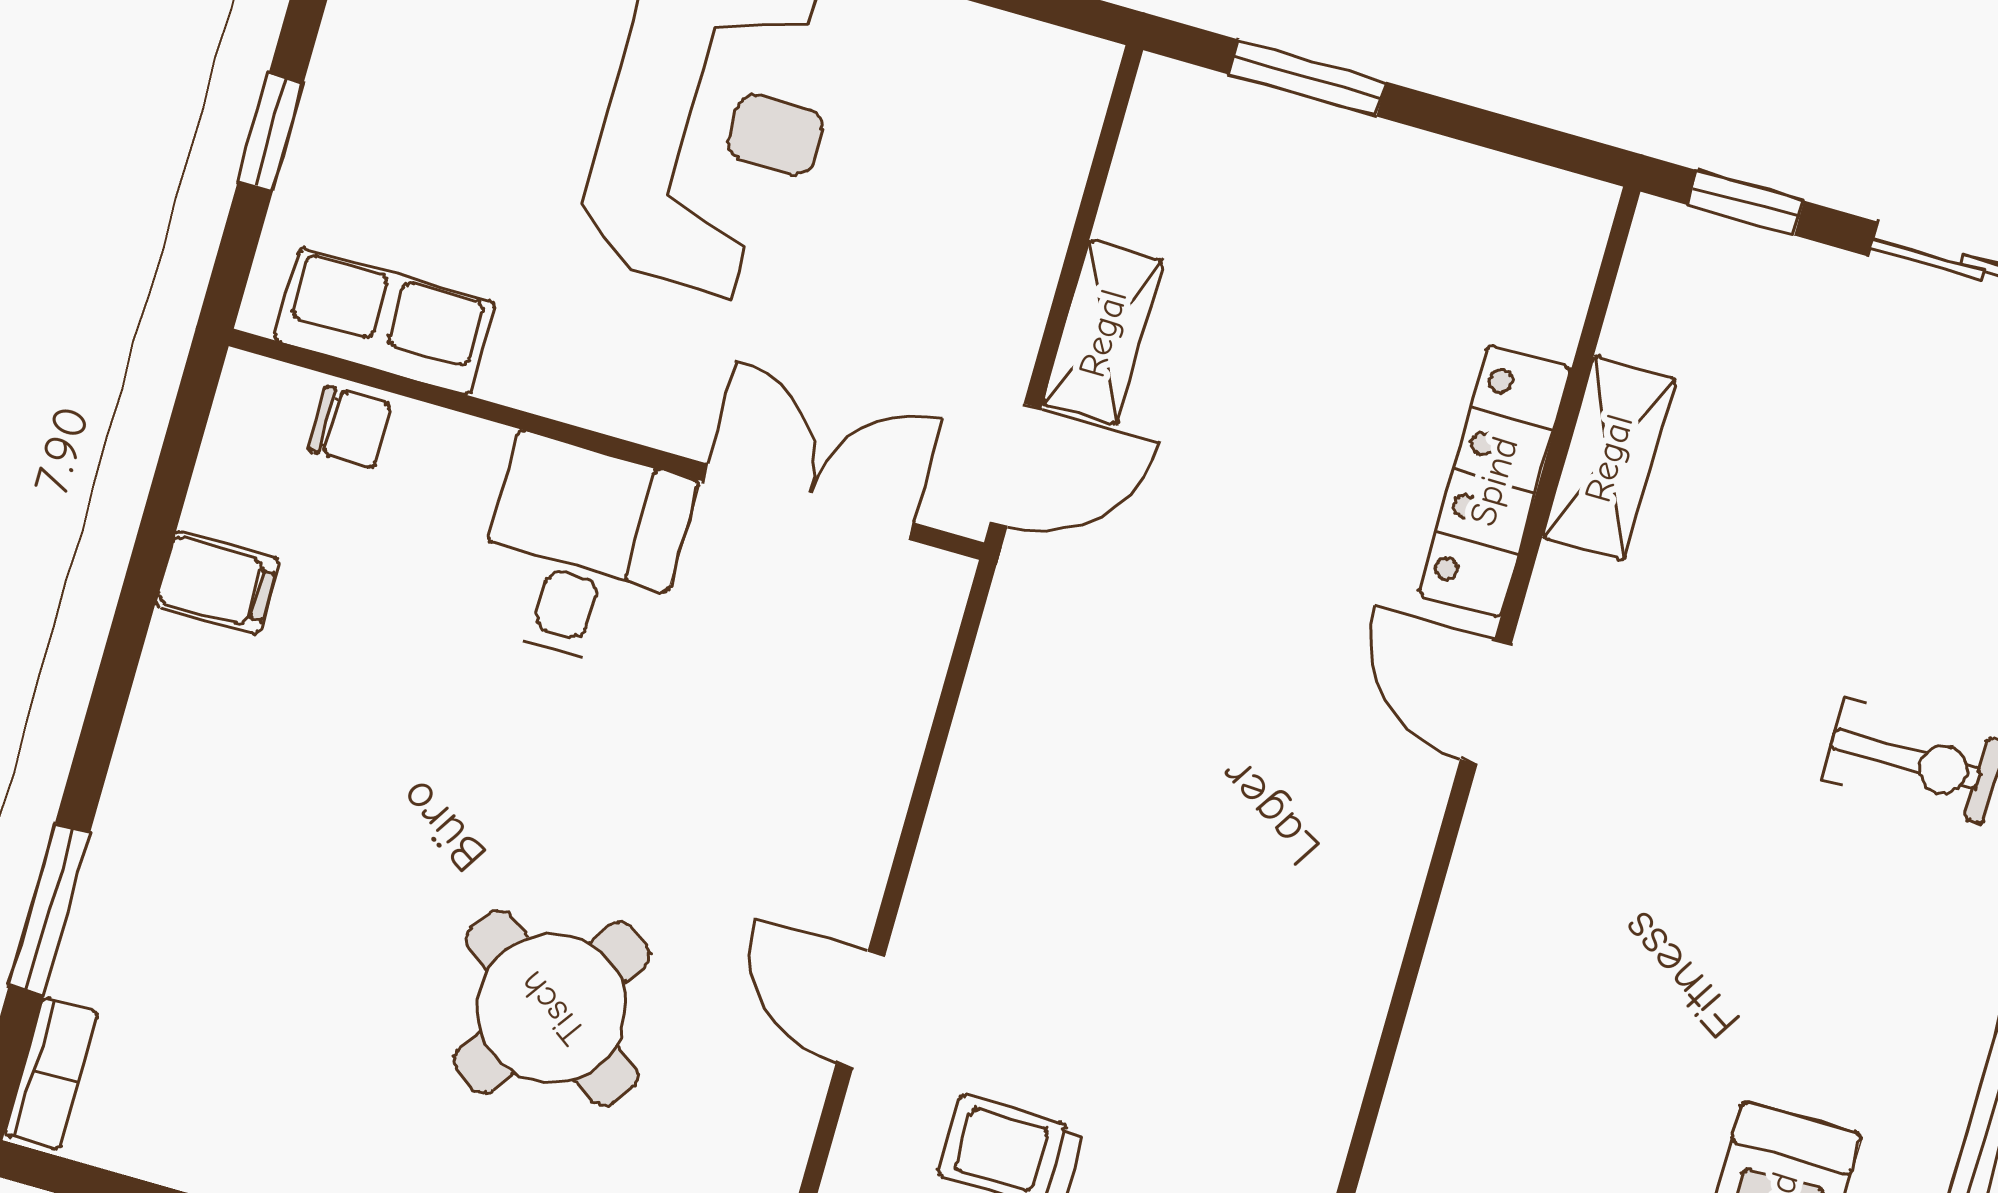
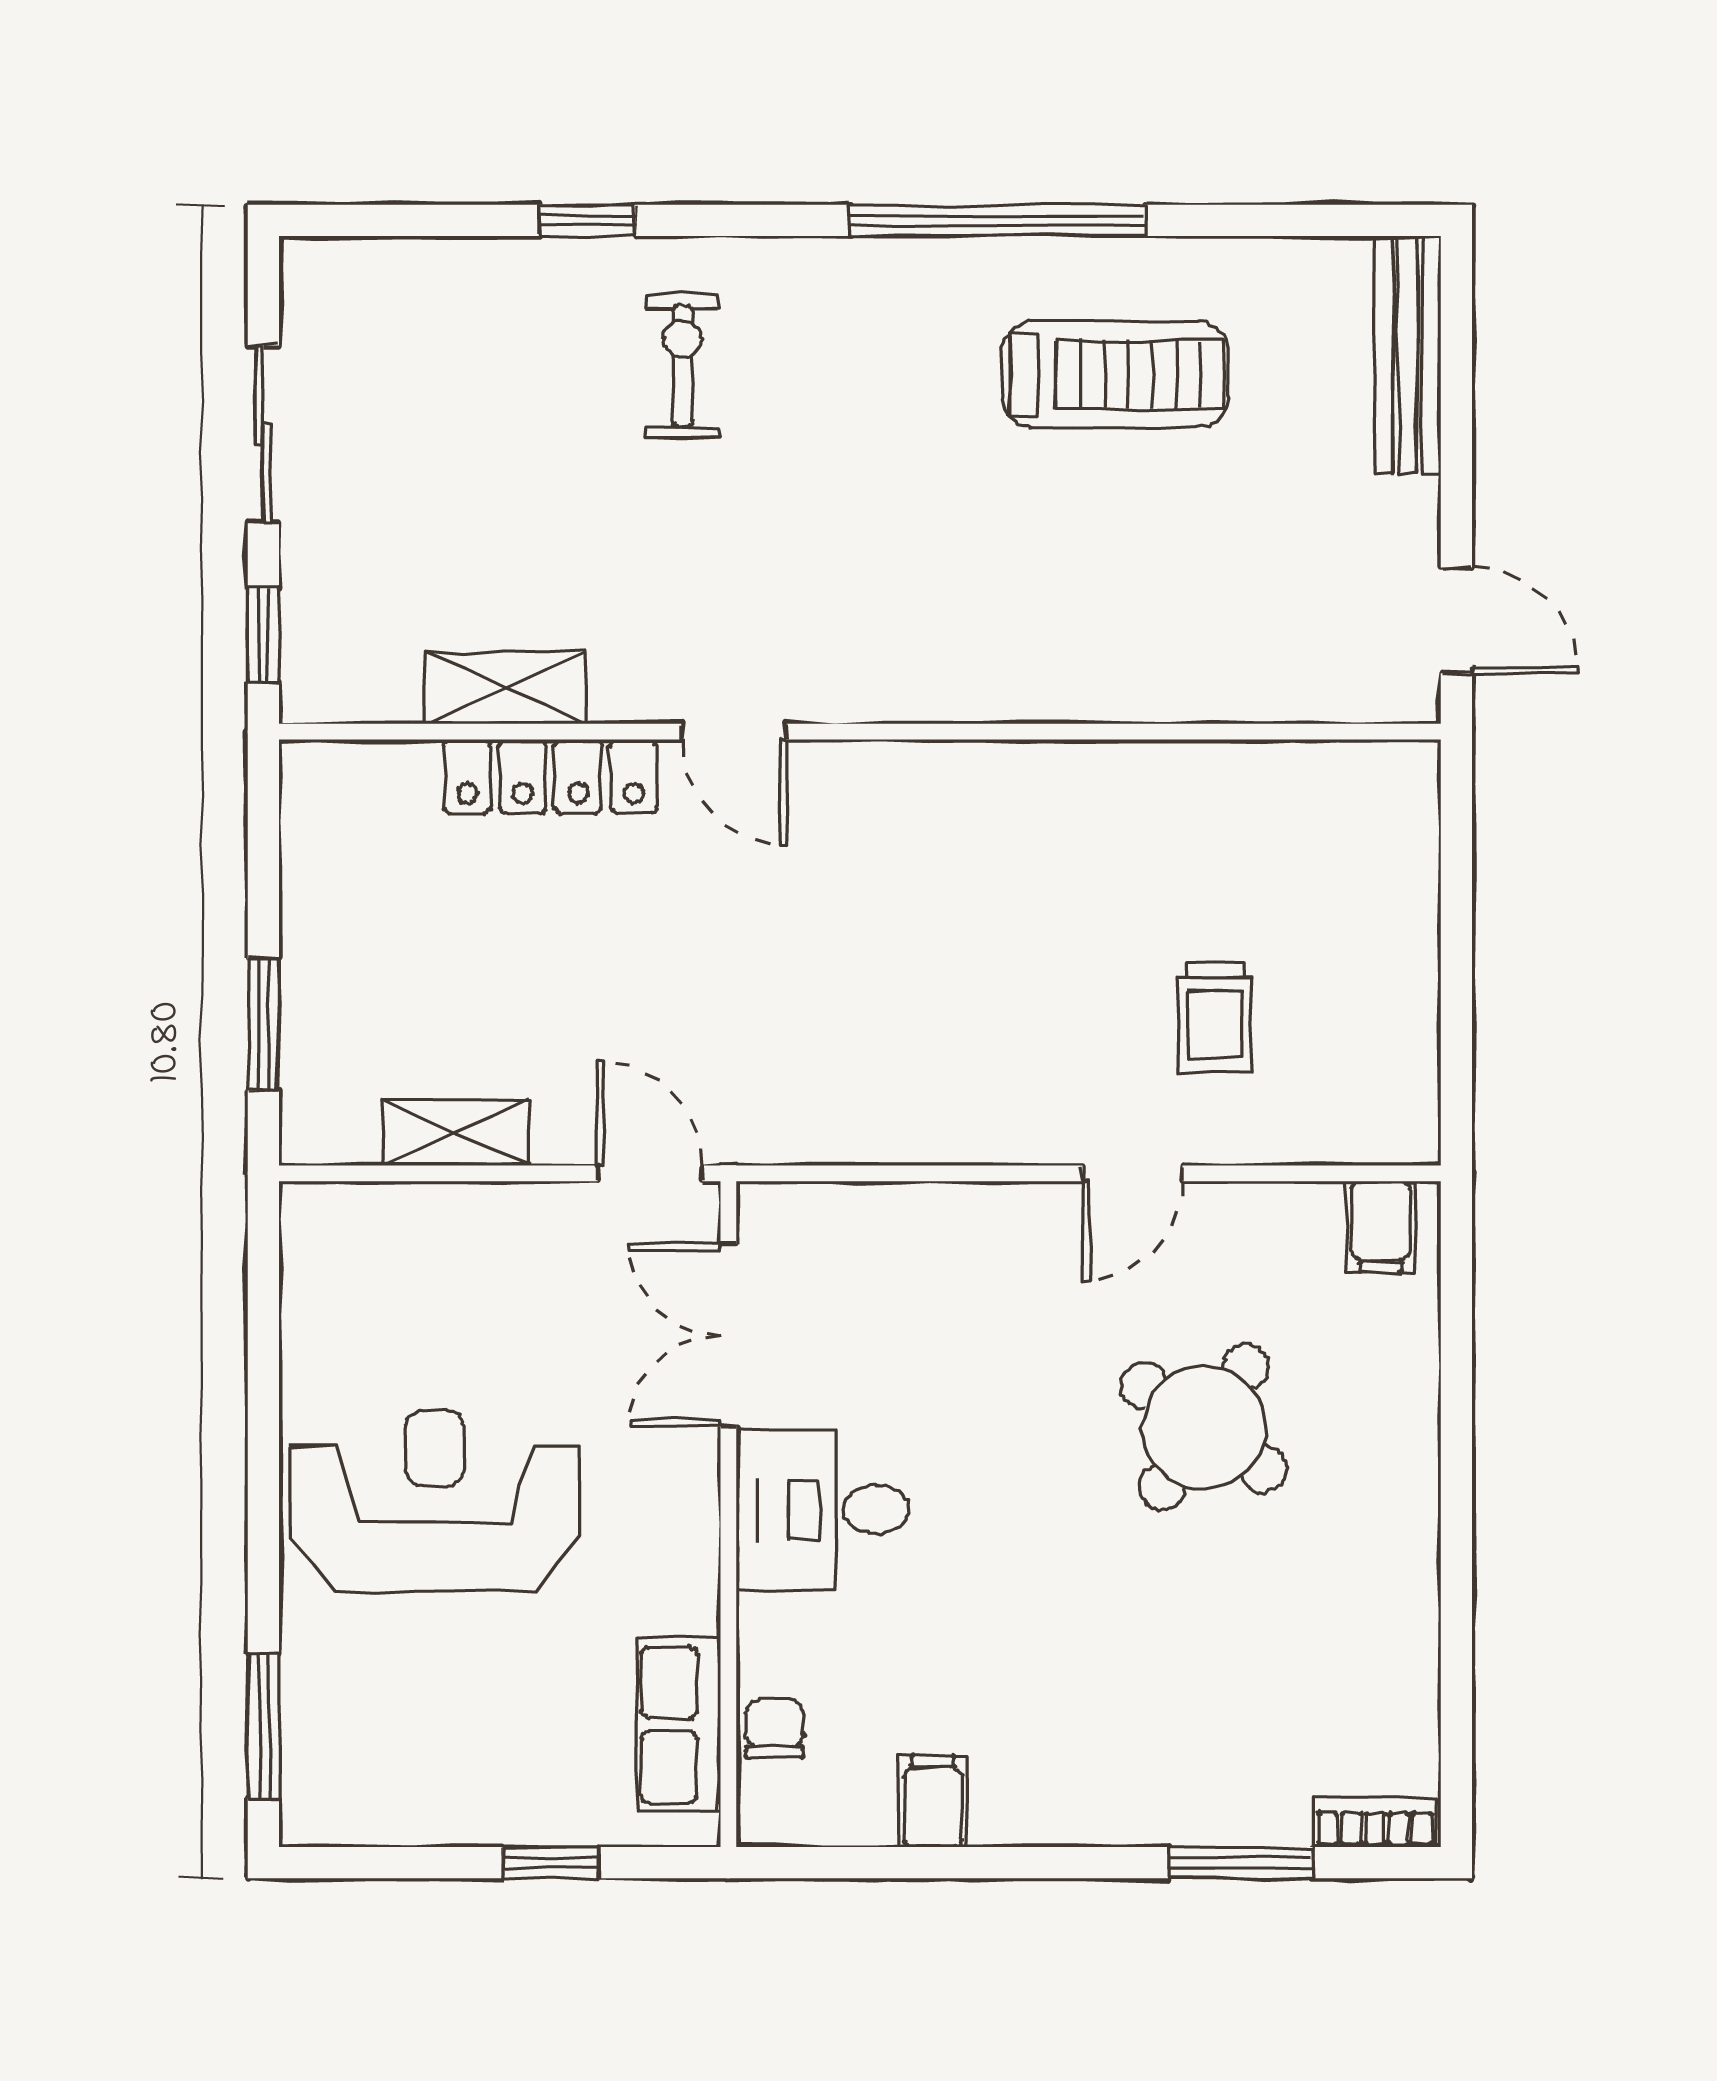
shelving: (1103, 333) -> (456, 1133), moved
door: (1486, 702) -> (734, 732), hinge flipped

